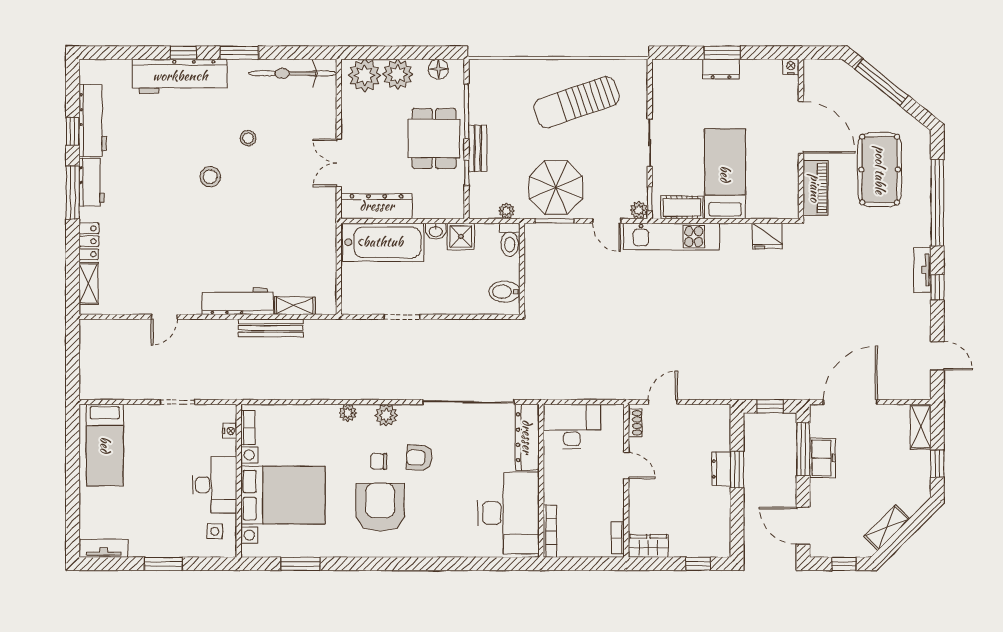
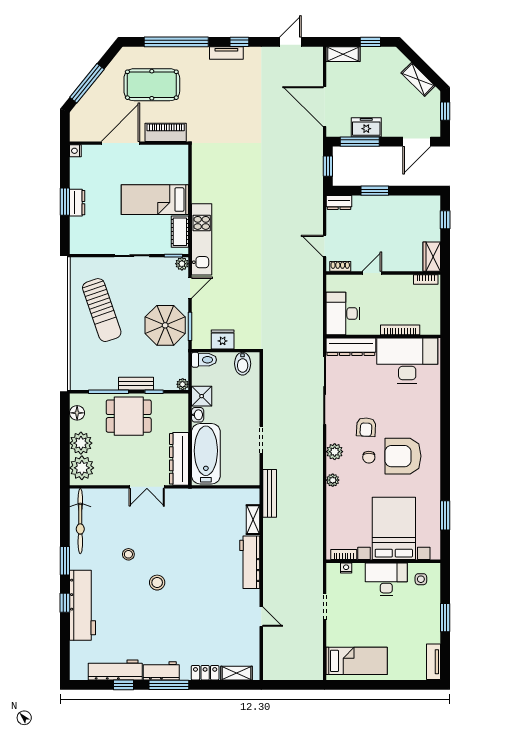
plant: (507, 211) -> (183, 384), moved
fridge: (767, 236) -> (223, 339), moved, turned -90
bench: (271, 328) -> (270, 493), moved
dresser: (721, 469) -> (339, 202), moved
bookcase: (550, 531) -> (400, 330), moved

